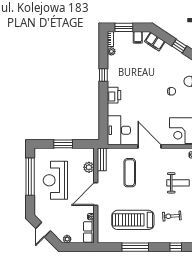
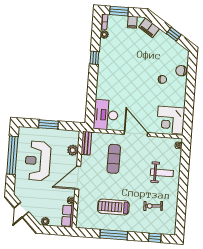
printer: (114, 95) -> (104, 79), removed
treadmill: (133, 220) -> (113, 207), width x0.73, depth x0.73

